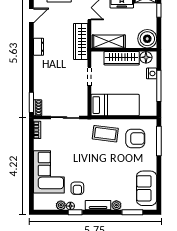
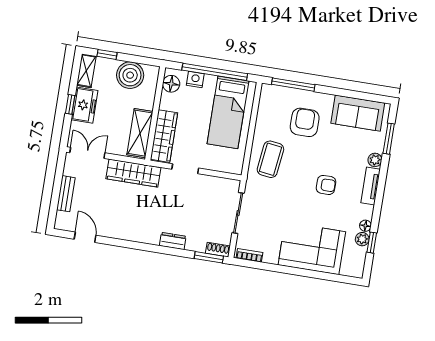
boiler: (147, 39) -> (130, 75), moved
dresser: (39, 47) -> (173, 241), moved
wardrobe: (122, 58) -> (164, 136), moved
window: (159, 86) -> (215, 72), width x1.46
bed: (115, 105) -> (228, 112), moved, turned 180
armchair: (135, 138) -> (305, 122), moved
armchair: (77, 188) -> (326, 185), moved
window: (75, 212) -> (372, 243), moved

